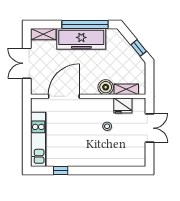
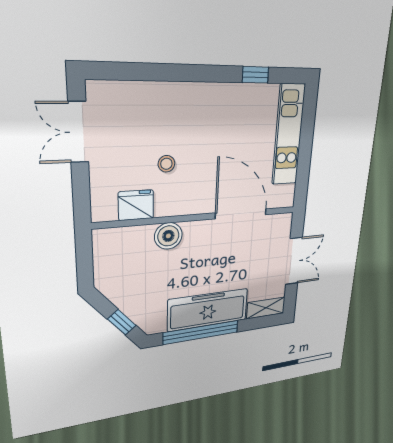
window: (139, 48) -> (122, 322), moved
shelving: (126, 89) -> (130, 236), removed
door: (64, 96) -> (241, 214), swing flipped
double door: (150, 128) -> (78, 132), moved

